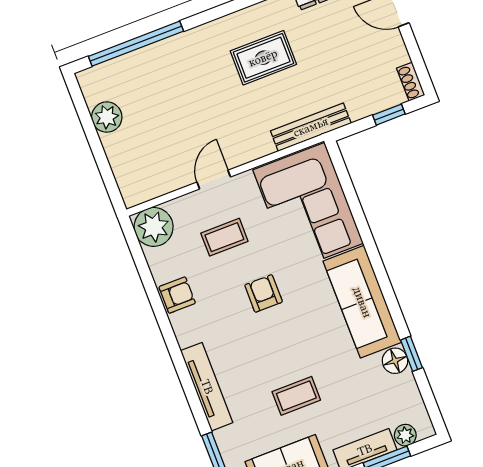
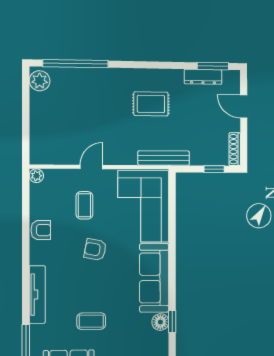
shoe rack: (411, 82) -> (235, 149), width x1.43
plant: (107, 117) -> (40, 81), moved
plant: (154, 227) -> (36, 176), width x0.53, depth x0.53
coffee table: (224, 237) -> (84, 205), turned 90
armchair: (264, 293) -> (95, 250), turned -79

